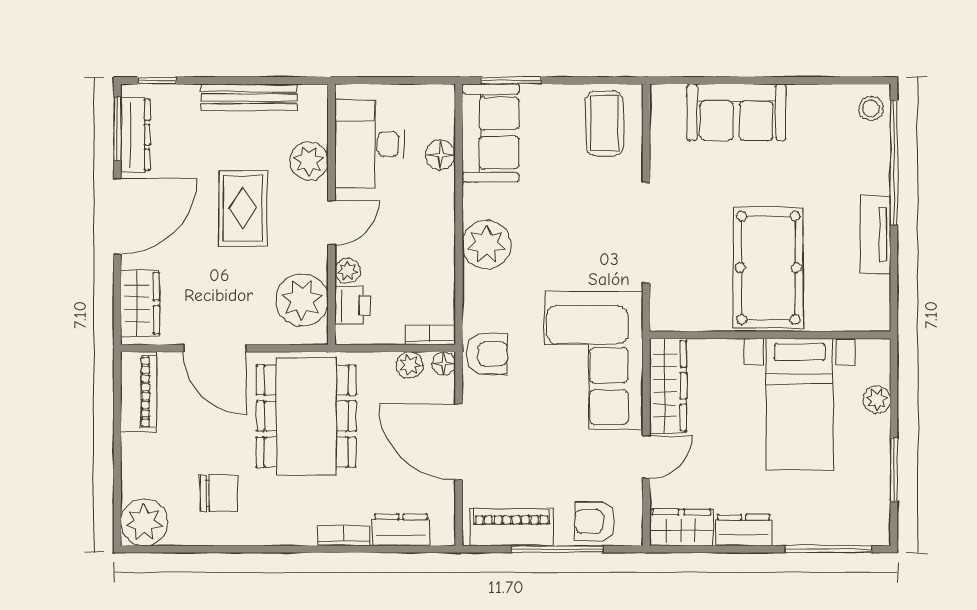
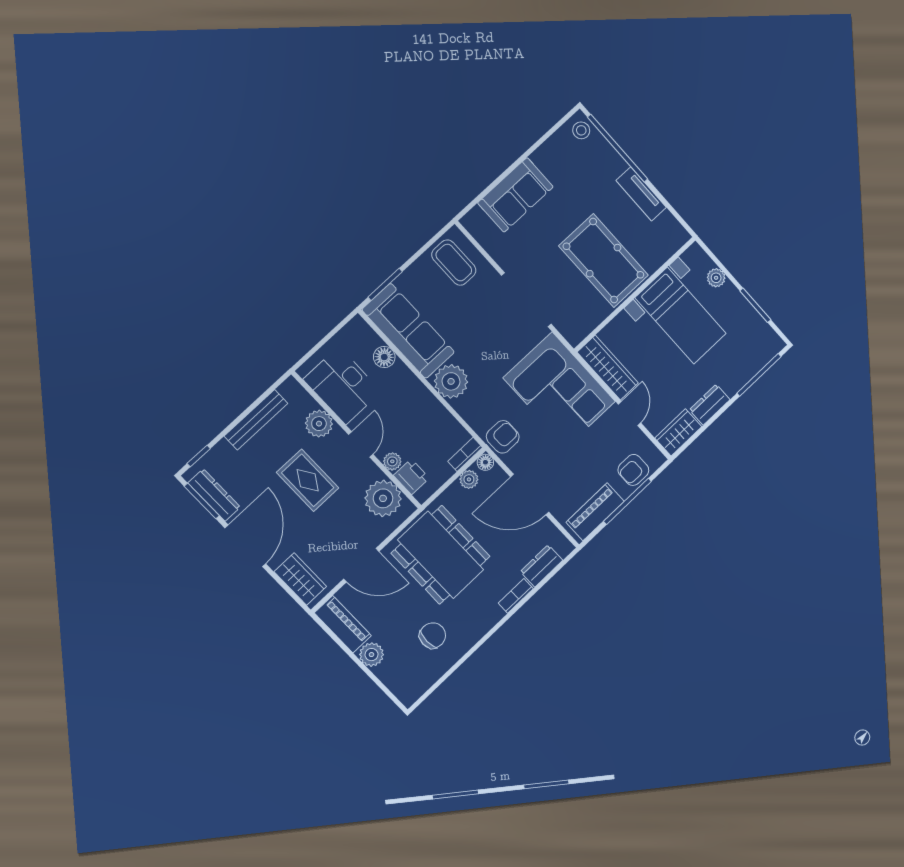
sofa: (491, 133) -> (408, 331), width x1.36
plant: (144, 522) -> (371, 655), moved, width x0.73, depth x0.73

